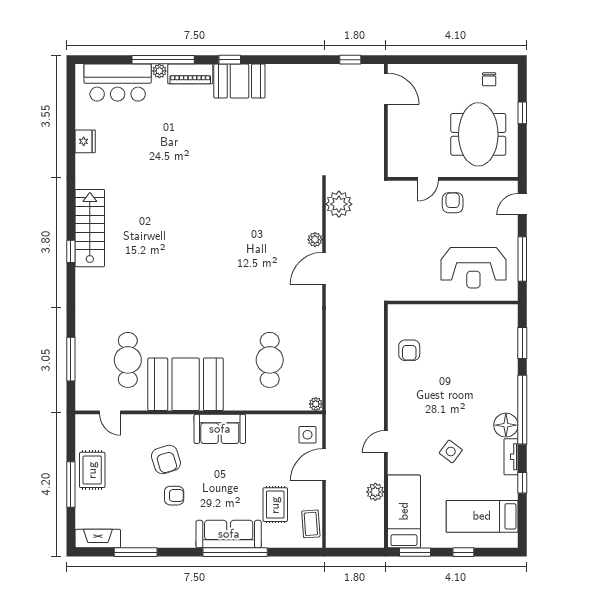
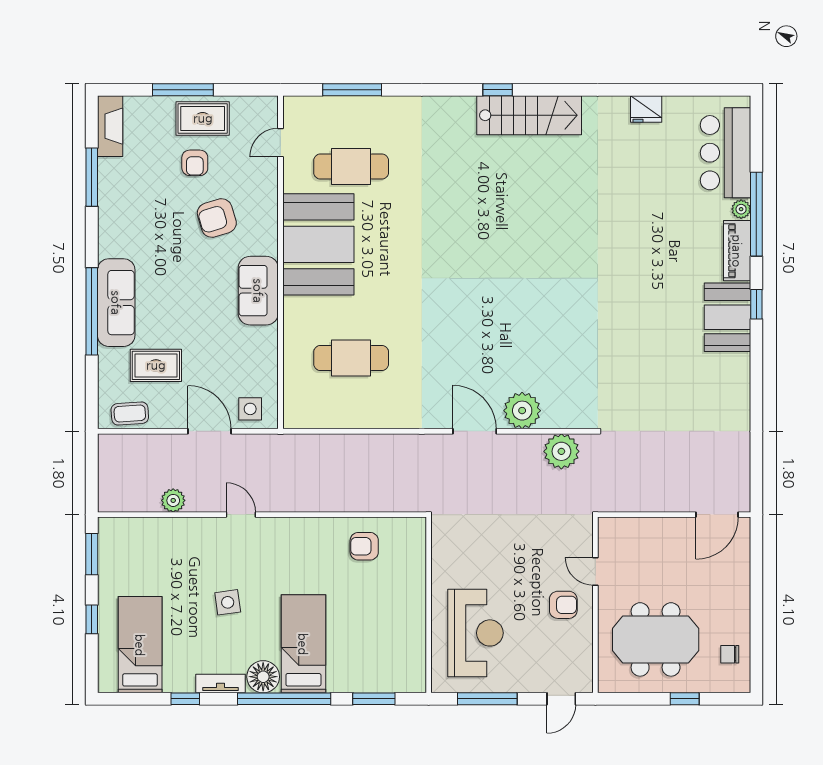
window: (350, 60) -> (756, 467), removed
door: (522, 204) -> (561, 699), swing flipped
plant: (315, 240) -> (522, 411), width x1.88, depth x1.88
reception desk: (473, 268) -> (476, 633), turned 180
plant: (316, 404) -> (292, 420), removed
side table: (451, 451) -> (228, 602), turned 45
armchair: (174, 496) -> (195, 163), moved
bed: (404, 511) -> (303, 644), moved, turned -90

